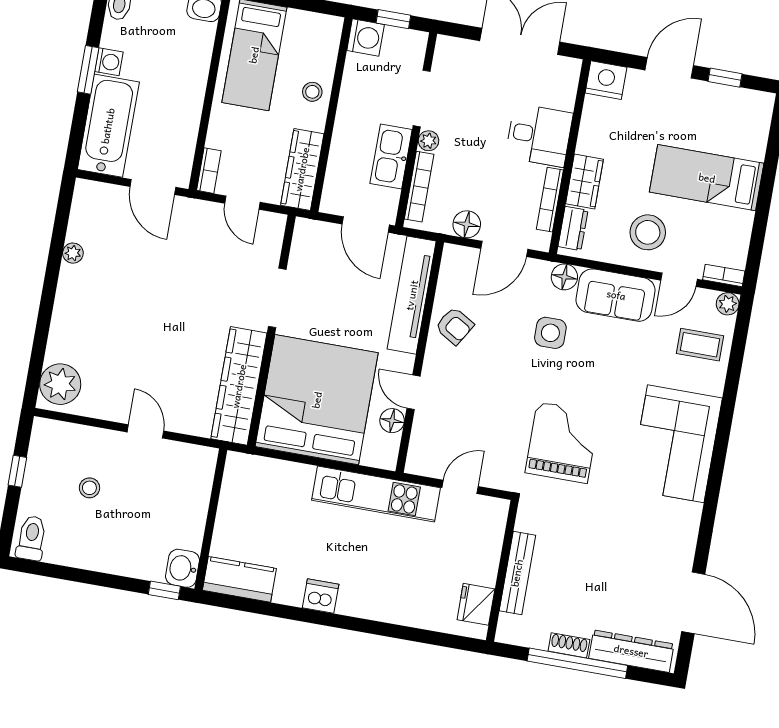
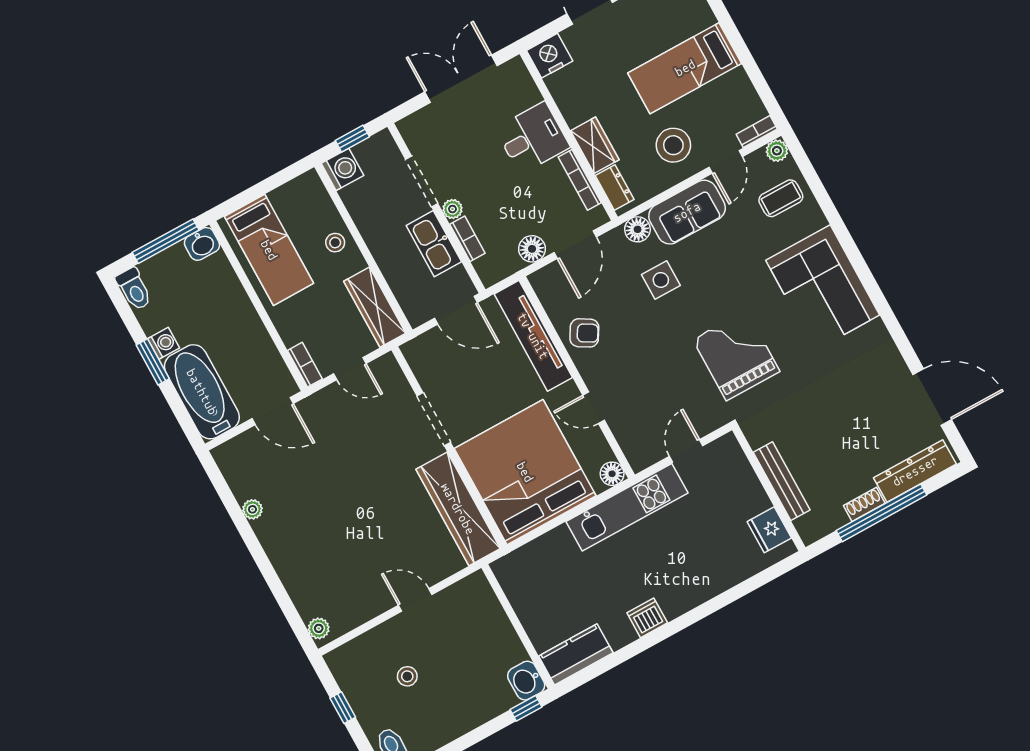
bookcase: (419, 187) -> (467, 239), width x0.64
plant: (60, 384) -> (319, 628), width x0.53, depth x0.53
floor lamp: (392, 421) -> (612, 474), moved

